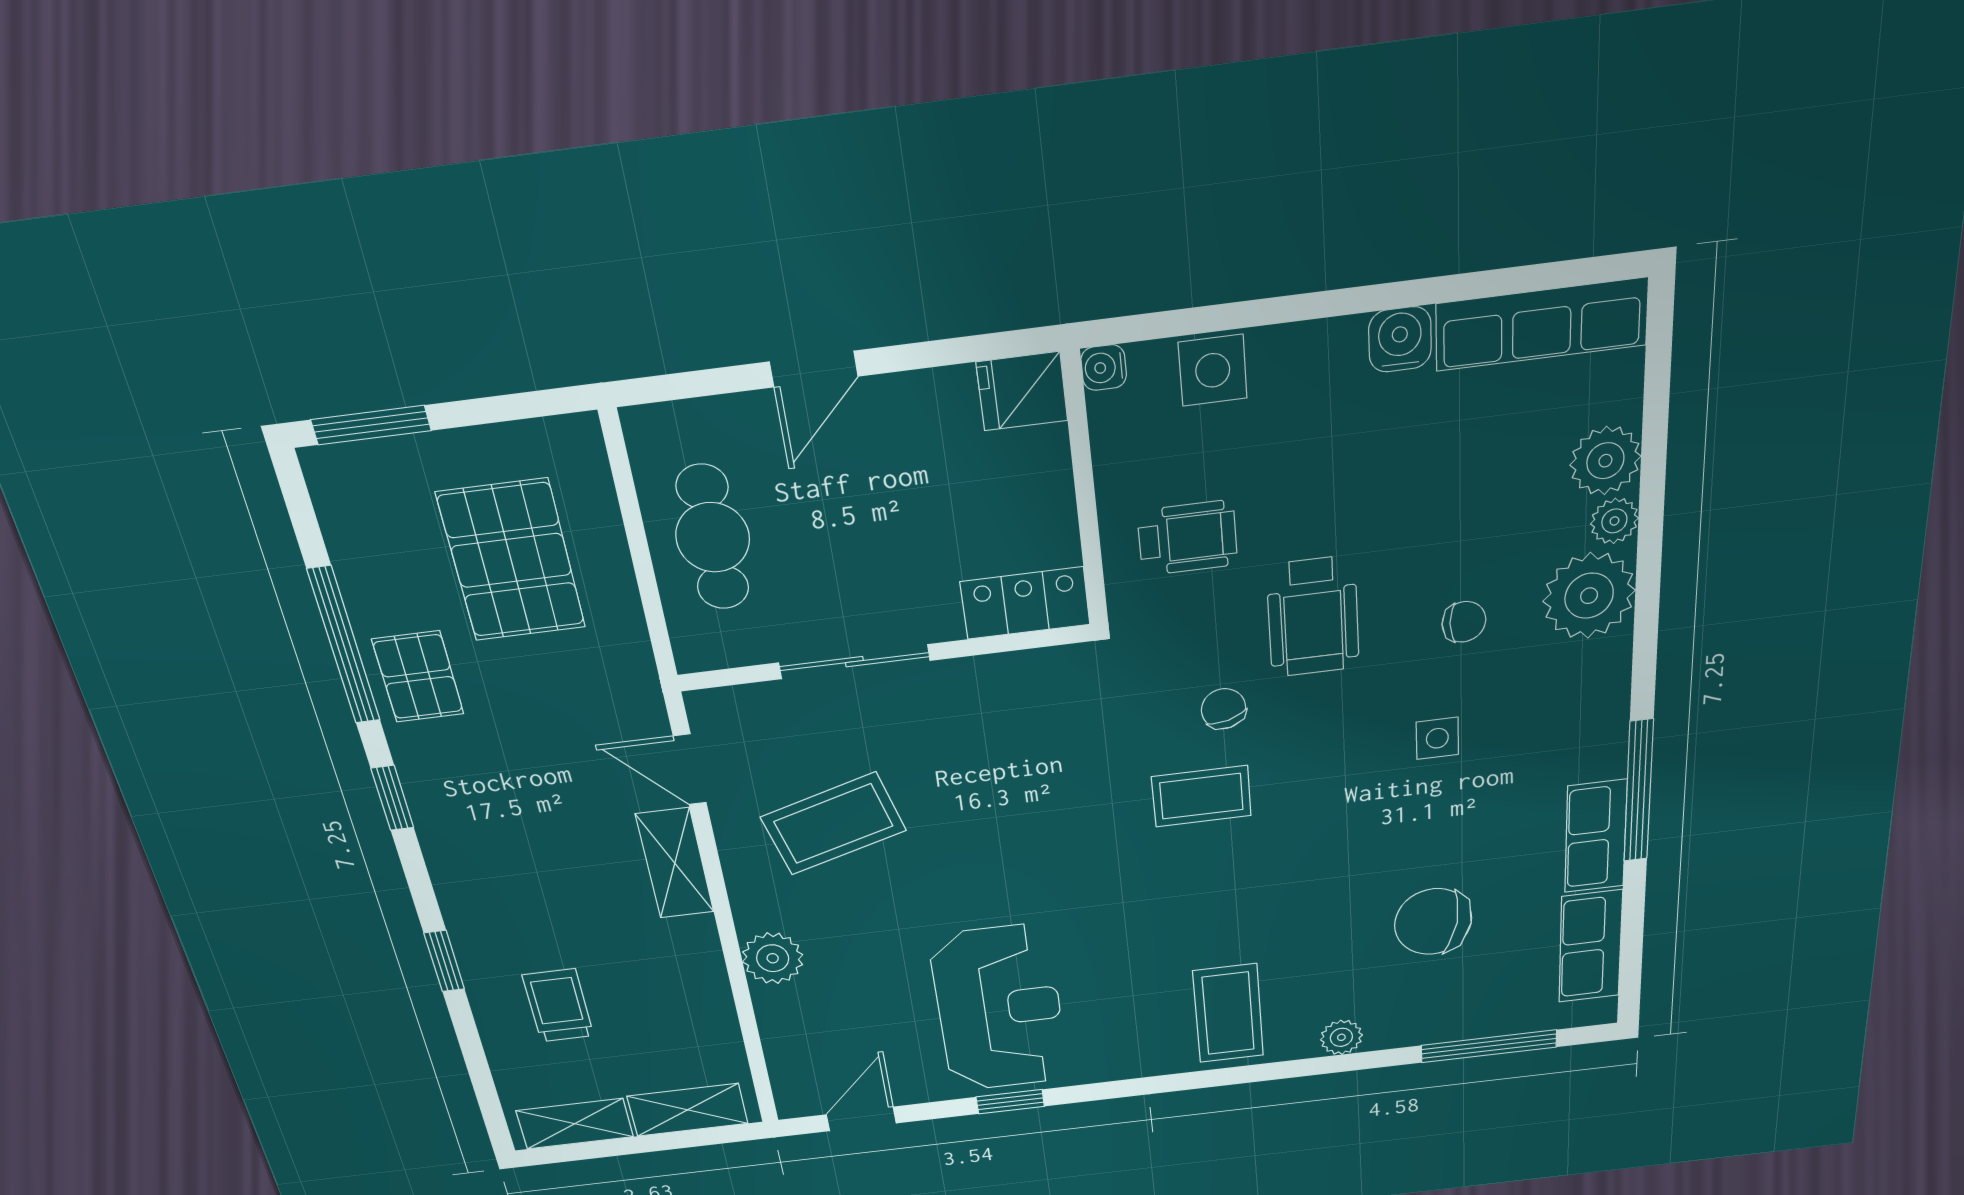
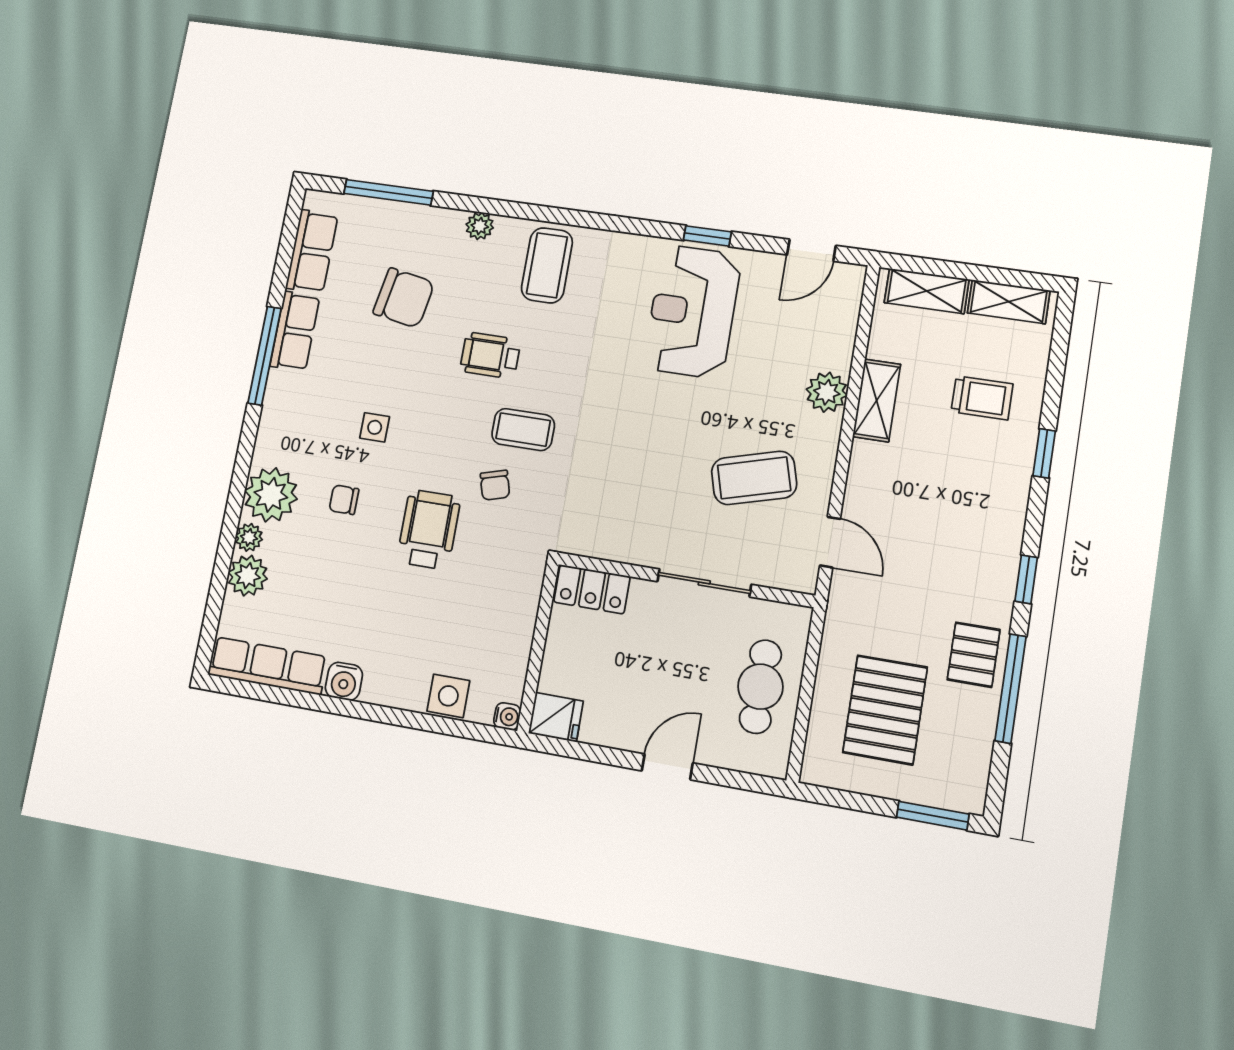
wheelchair: (1188, 538) -> (490, 355), moved
shelving: (675, 863) -> (877, 400), moved
trolley: (558, 1005) -> (982, 398), turned -90

